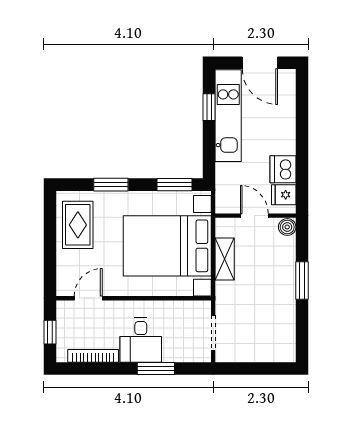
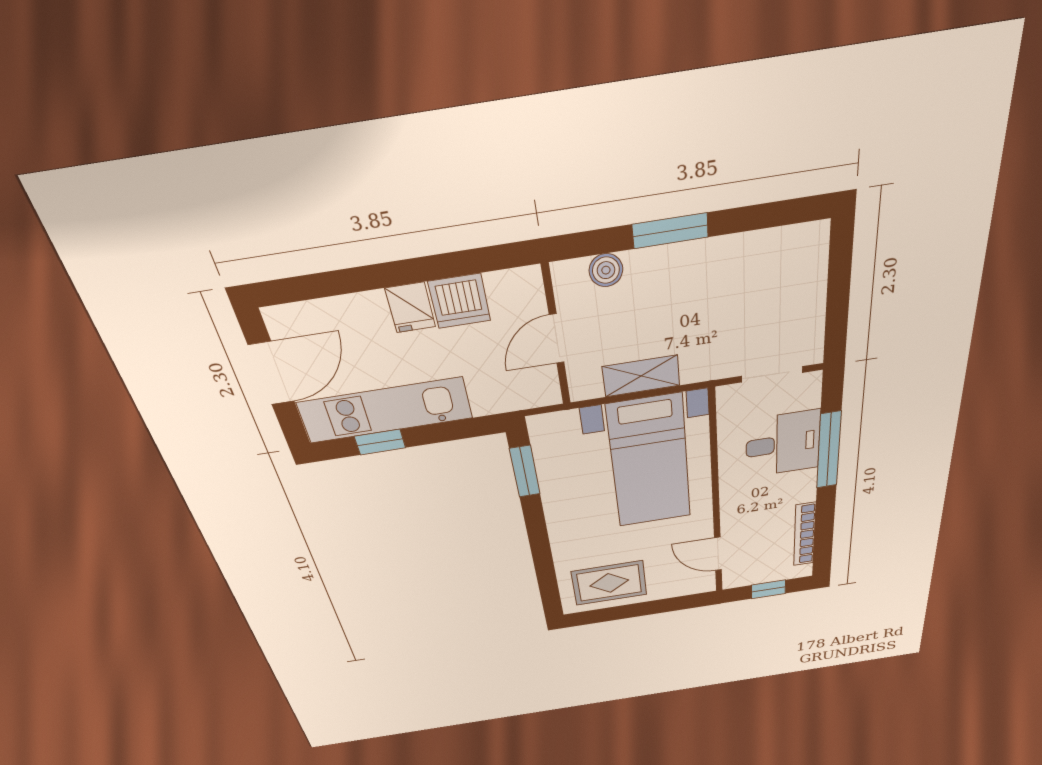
window: (111, 185) -> (542, 554), removed
fridge: (284, 195) -> (410, 308), moved
boiler: (287, 227) -> (606, 270), moved
bed with nightstands: (167, 246) -> (650, 462), width x0.73
desk: (141, 340) -> (783, 444), moved
window: (156, 368) -> (829, 450), width x1.44

